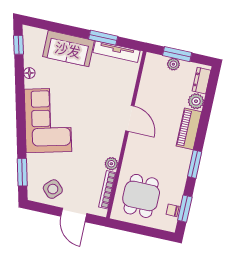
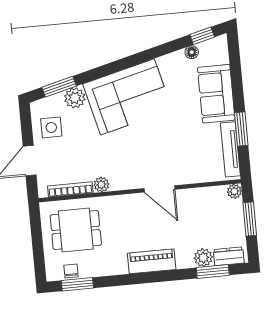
plant: (173, 64) -> (234, 191), moved
floor lamp: (29, 73) -> (192, 52), moved
door: (130, 118) -> (159, 189), hinge flipped
piano: (189, 129) -> (152, 261), moved
plant: (35, 163) -> (75, 98), added
window: (195, 164) -> (213, 271), moved
side table: (53, 189) -> (51, 127), turned 45

